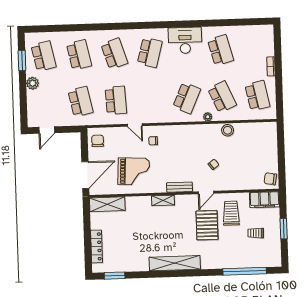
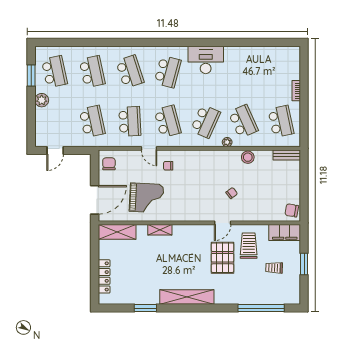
school desk: (221, 50) -> (168, 121), moved
bench: (179, 187) -> (287, 155), moved
shelving: (163, 200) -> (160, 230), moved
window: (115, 276) -> (145, 308), moved

